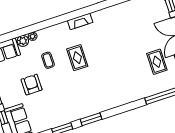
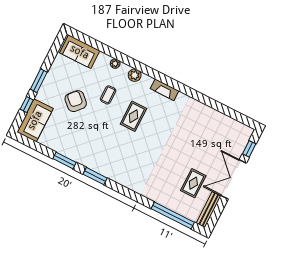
plant: (23, 41) -> (135, 75), moved
armchair: (32, 85) -> (76, 101), turned -47

